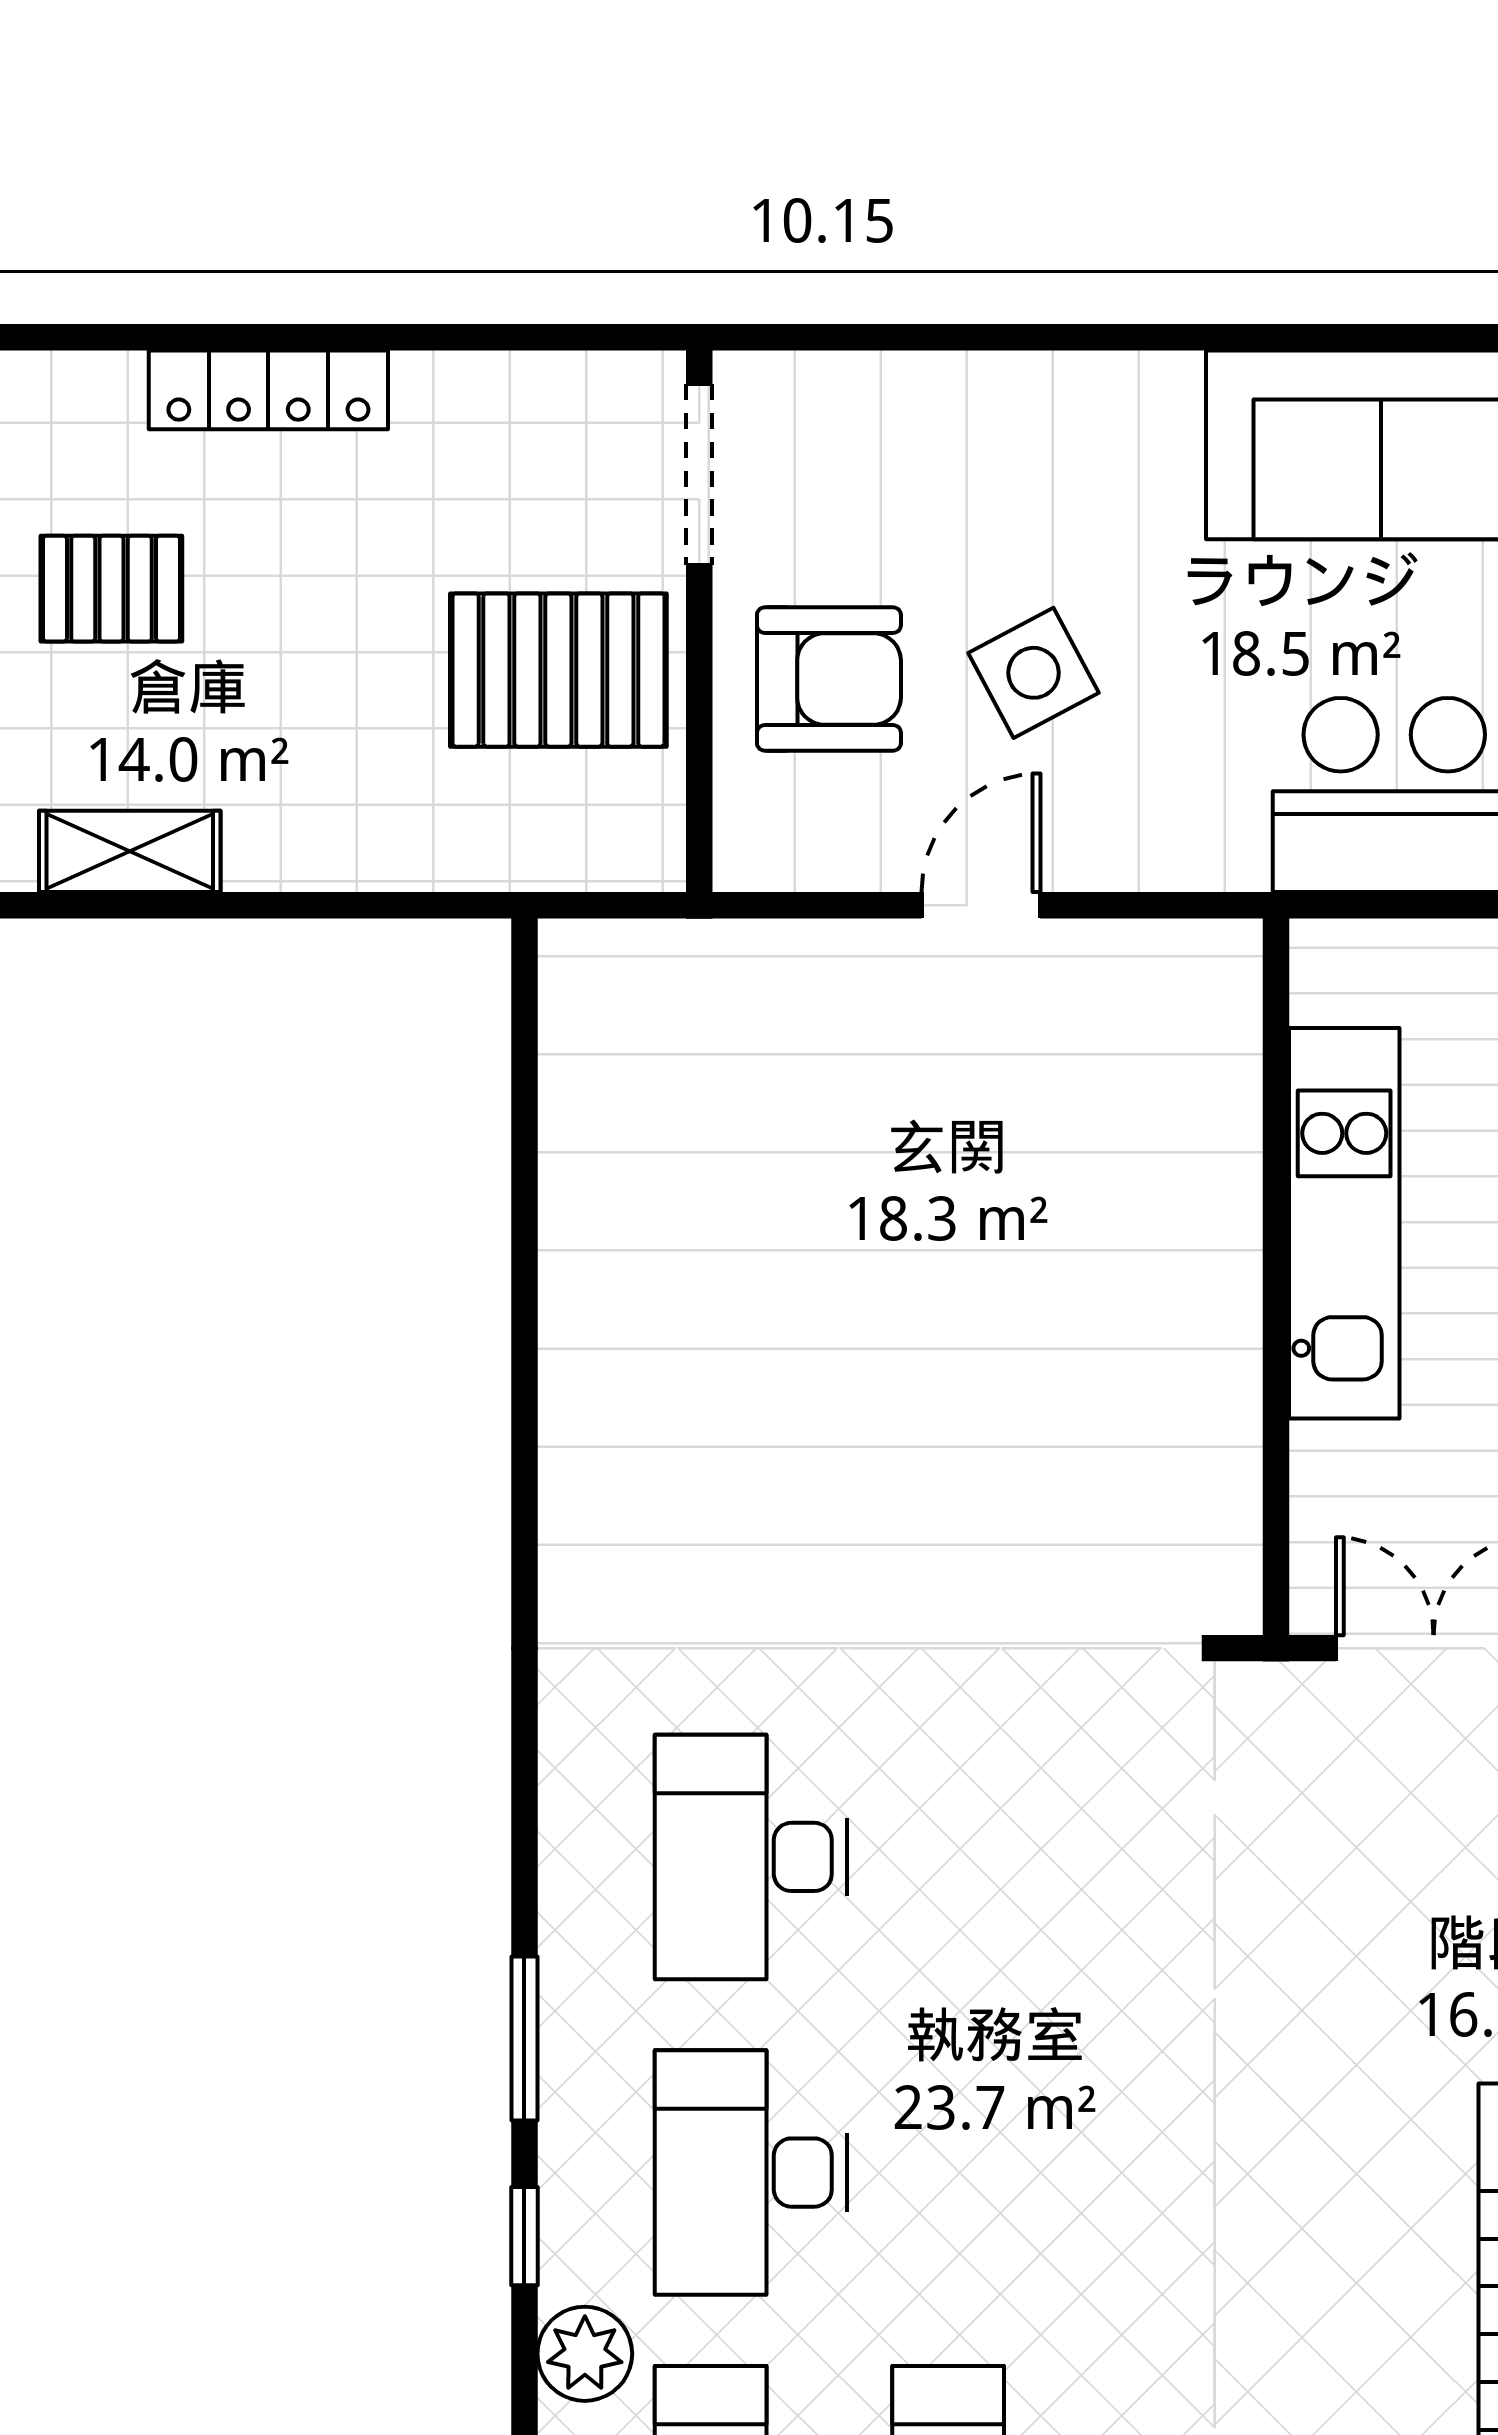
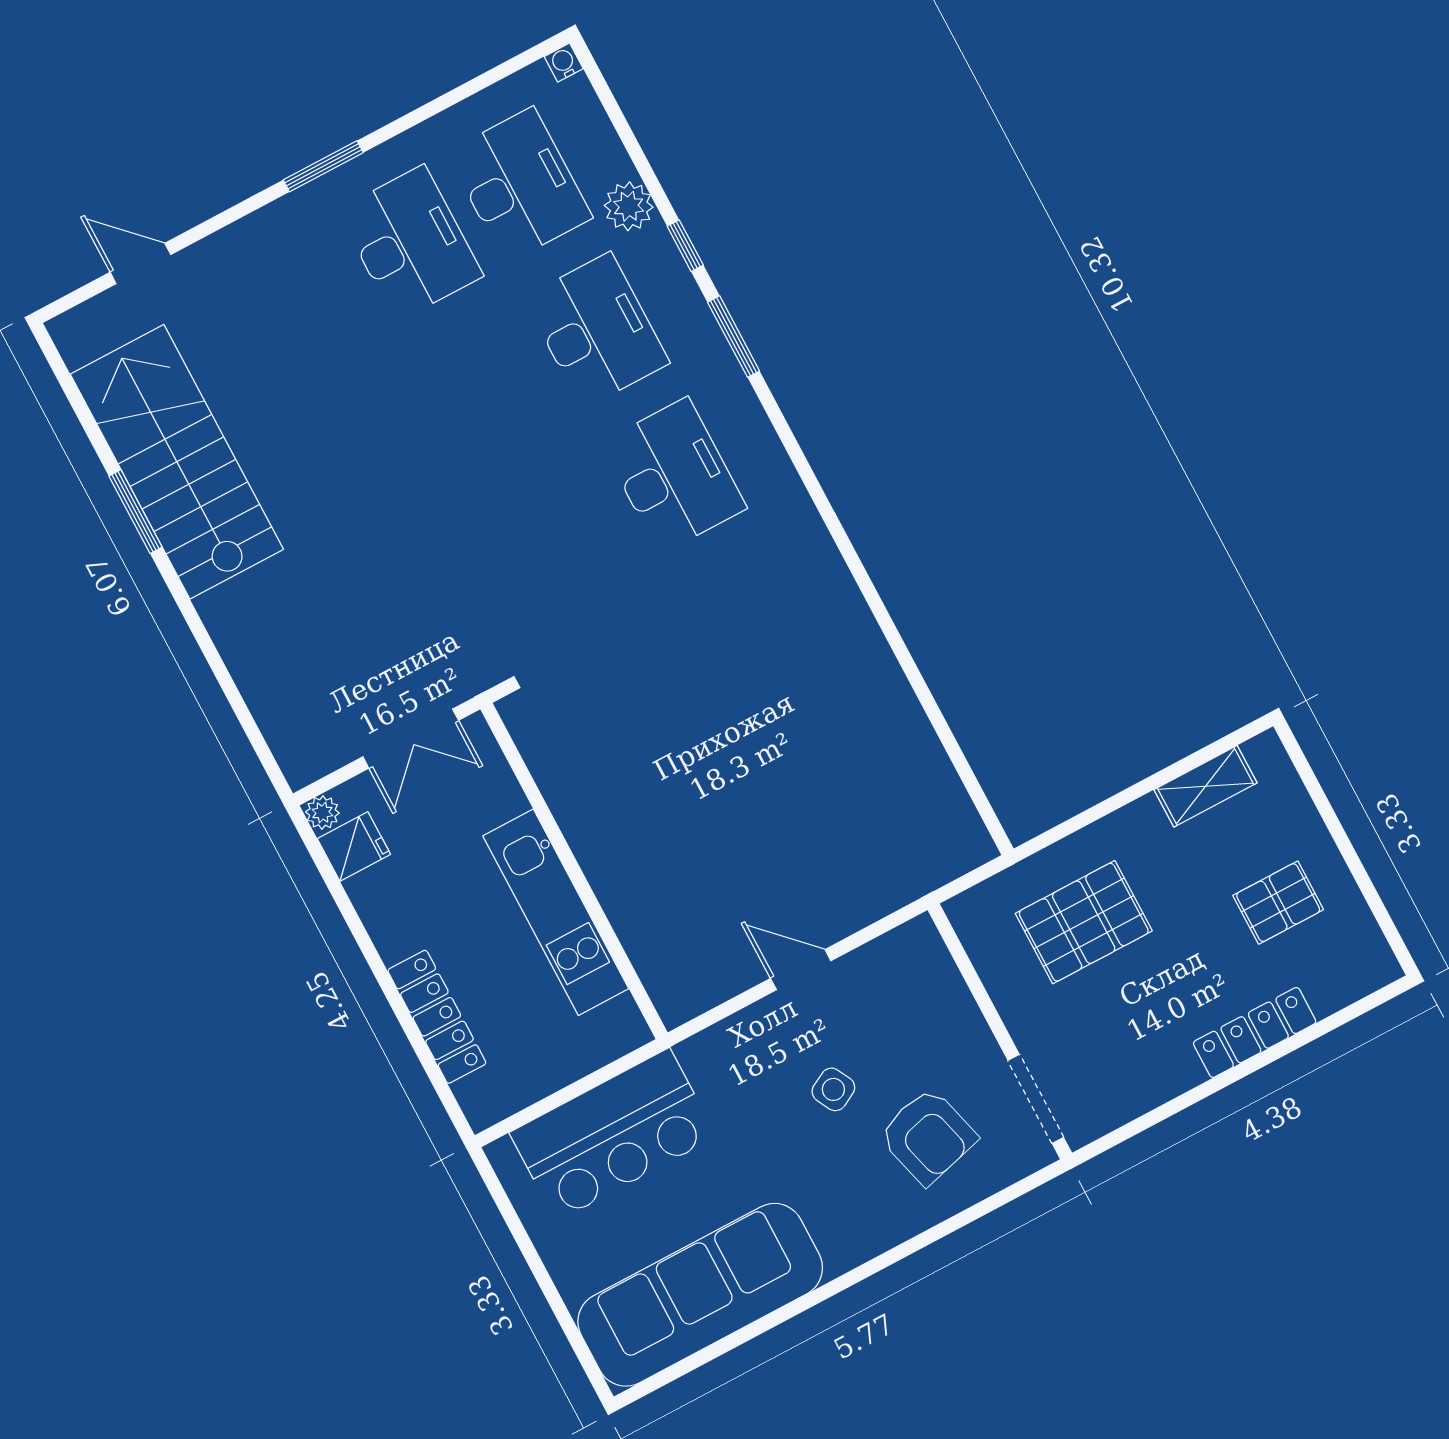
pallet: (558, 670) -> (1084, 922), moved
side table: (1034, 673) -> (833, 1089), width x0.73, depth x0.73
armchair: (829, 679) -> (928, 1136), moved, turned -105
door: (981, 905) -> (801, 970), swing flipped

